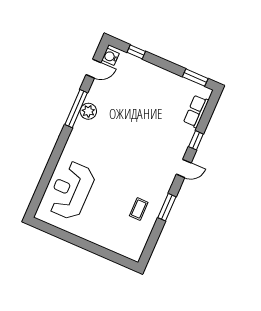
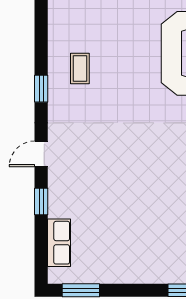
window: (167, 207) -> (41, 89), width x0.67

